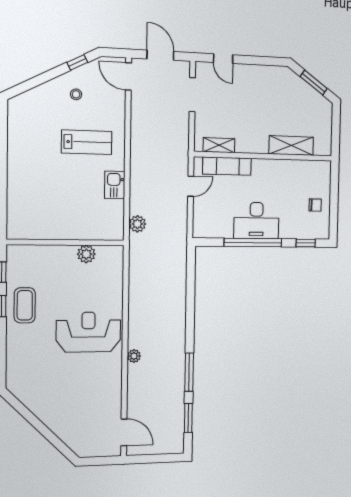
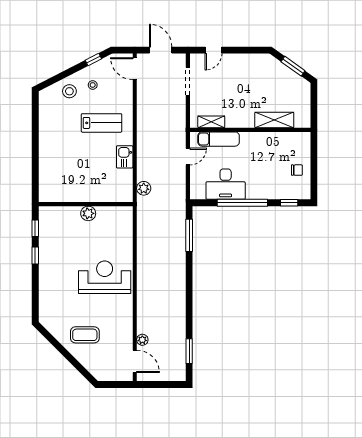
door: (223, 59) -> (213, 50), hinge flipped
stool: (47, 101) -> (69, 91), added
desk: (256, 221) -> (226, 184), moved
plant: (86, 254) -> (88, 213), moved
coffee table: (25, 305) -> (85, 335), moved, turned 90
plant: (134, 356) -> (142, 340), moved
window: (189, 372) -> (189, 235), moved

